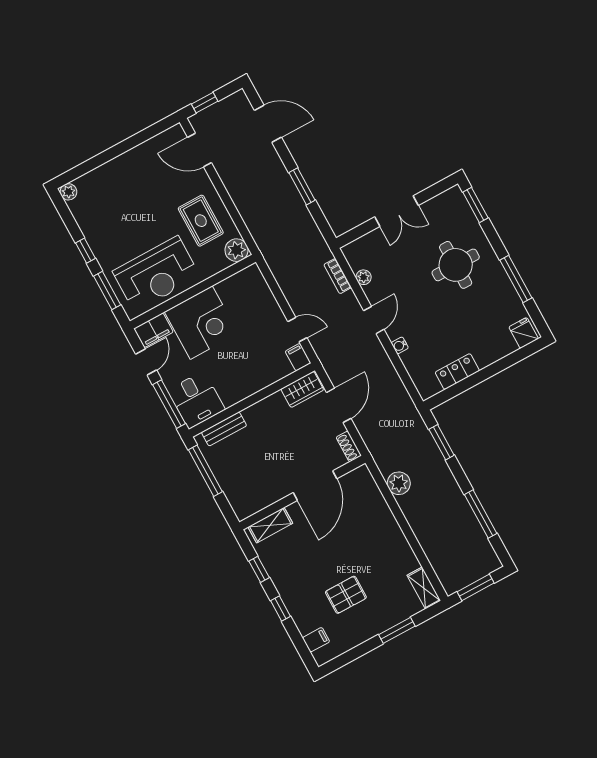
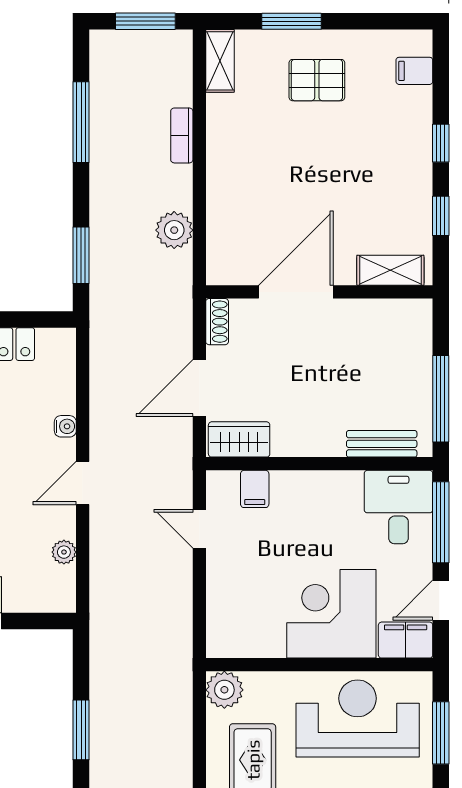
bookcase: (338, 276) -> (182, 135), moved, turned 180
filing cabinet: (298, 357) -> (255, 489), moved
pallet: (346, 595) -> (317, 80), moved

